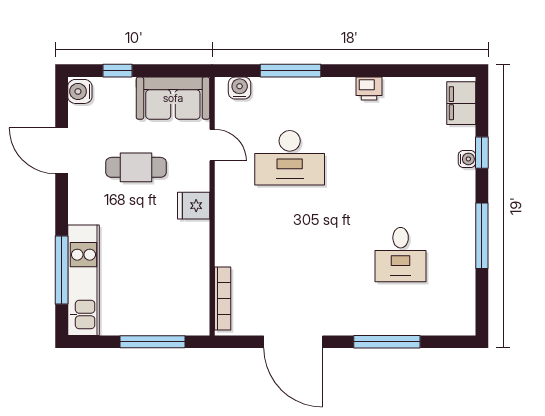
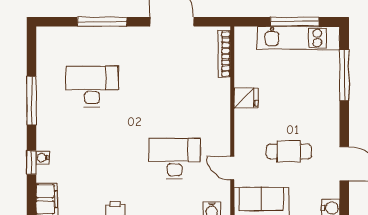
fridge: (194, 206) -> (246, 98), moved
desk: (401, 255) -> (92, 86), width x1.37
kitchen unit: (83, 280) -> (298, 38), moved, turned -90
window: (153, 342) -> (295, 22), moved

